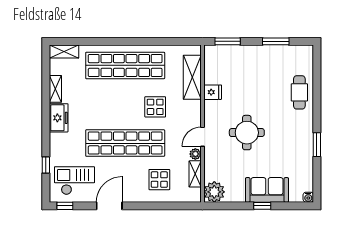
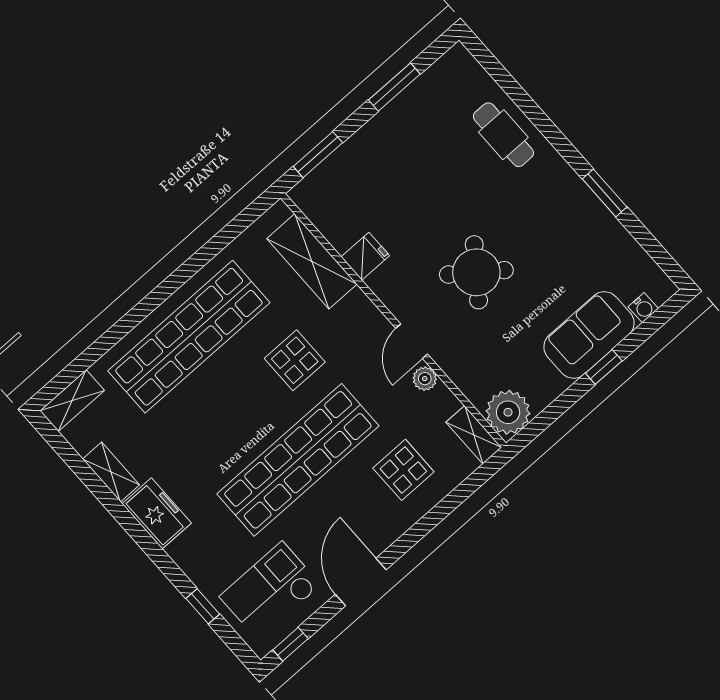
round table: (247, 133) -> (476, 272), turned 37
shelving: (195, 174) -> (474, 435), moved
water cooler: (308, 197) -> (643, 308), moved

